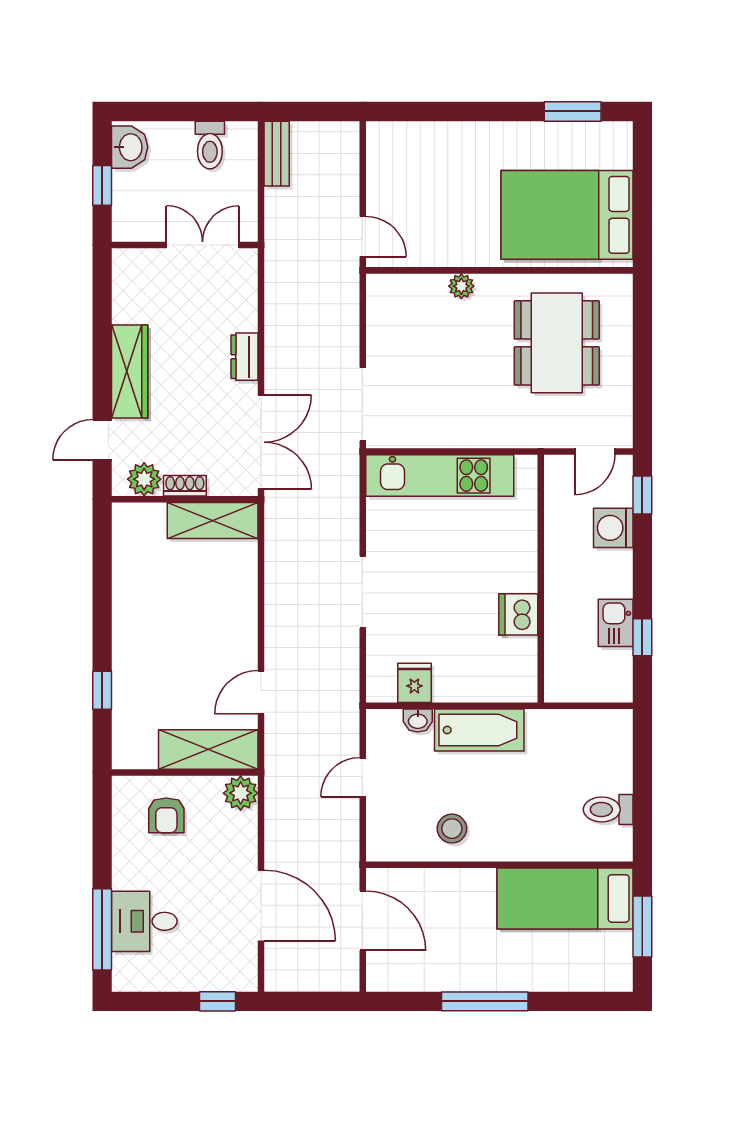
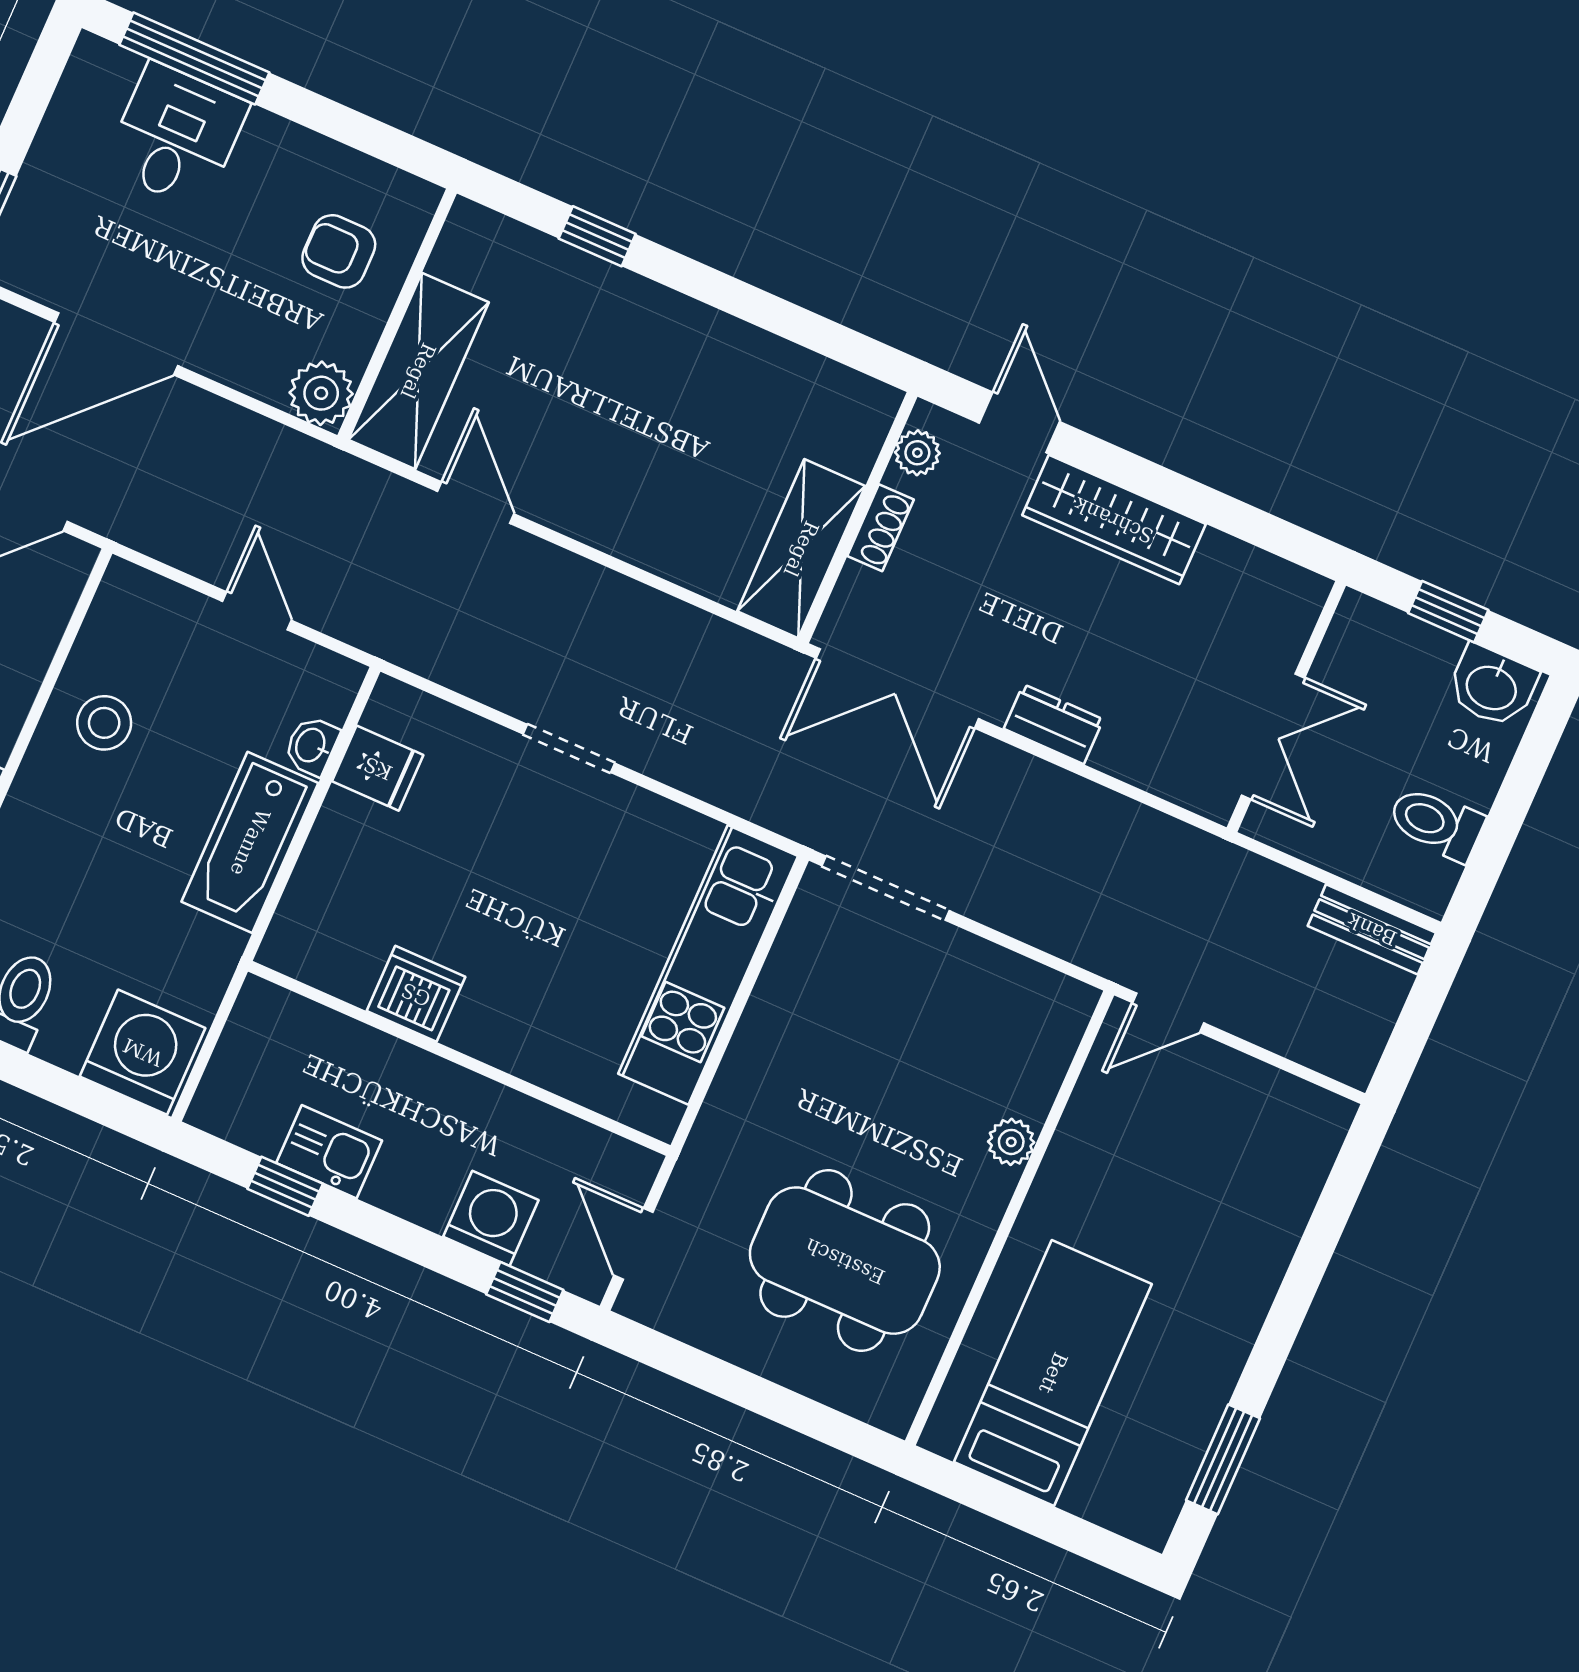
bed: (567, 215) -> (1053, 1373), width x0.67
plant: (144, 479) -> (917, 453), width x0.73, depth x0.73
doorway: (363, 592) -> (569, 748), width x0.73
washing machine: (607, 737) -> (143, 1052), added

